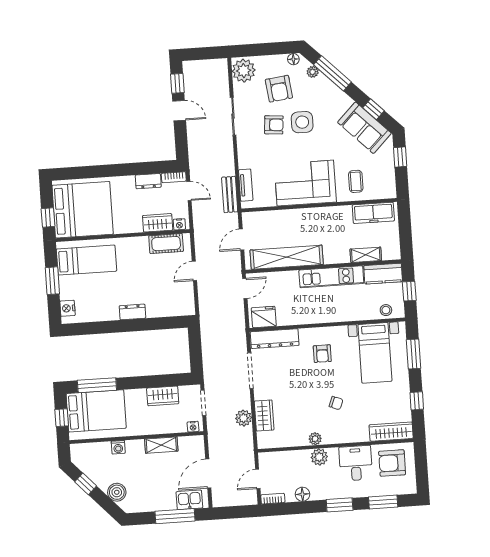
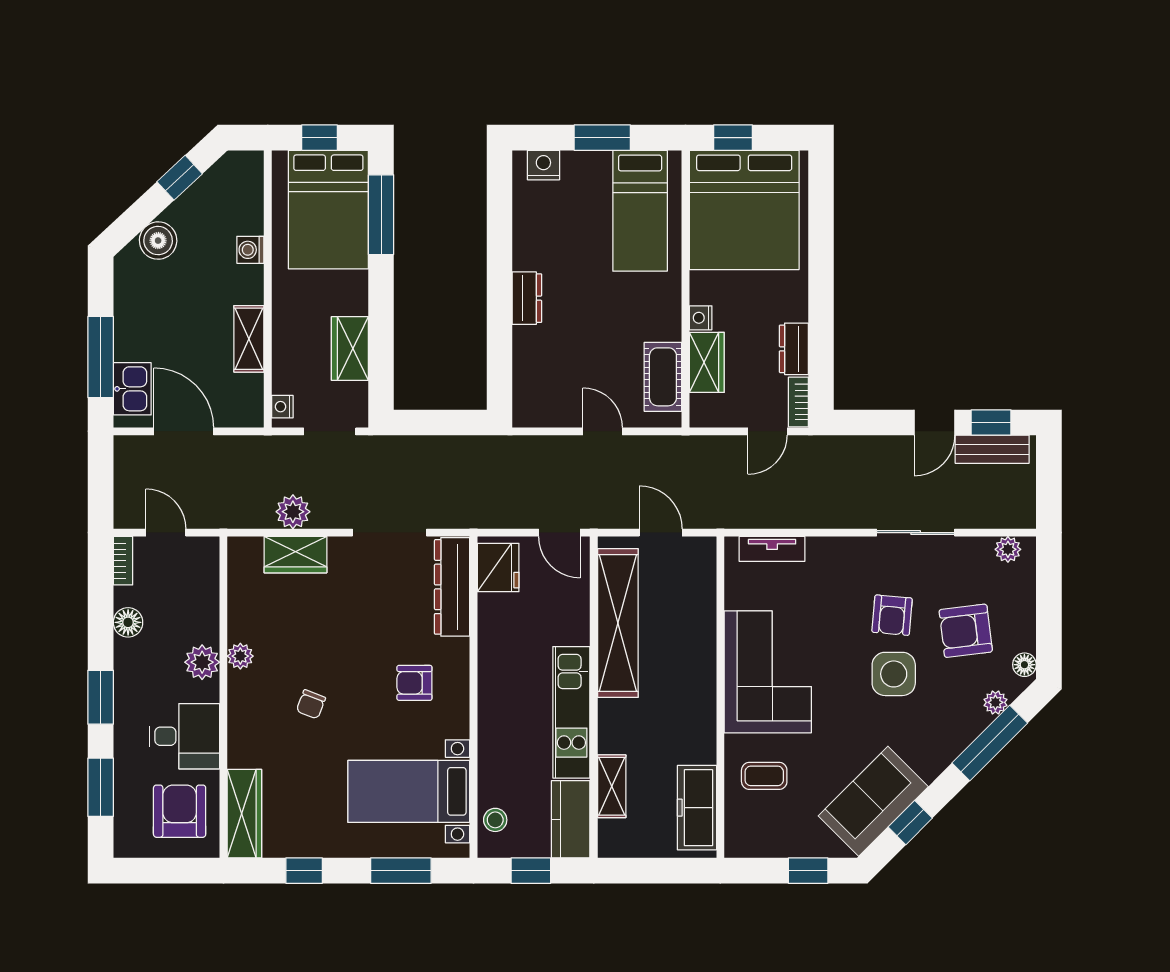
plant: (244, 71) -> (1008, 549), width x0.53, depth x0.53
bench: (230, 194) -> (992, 449), moved
nightstand: (179, 224) -> (701, 318), moved

